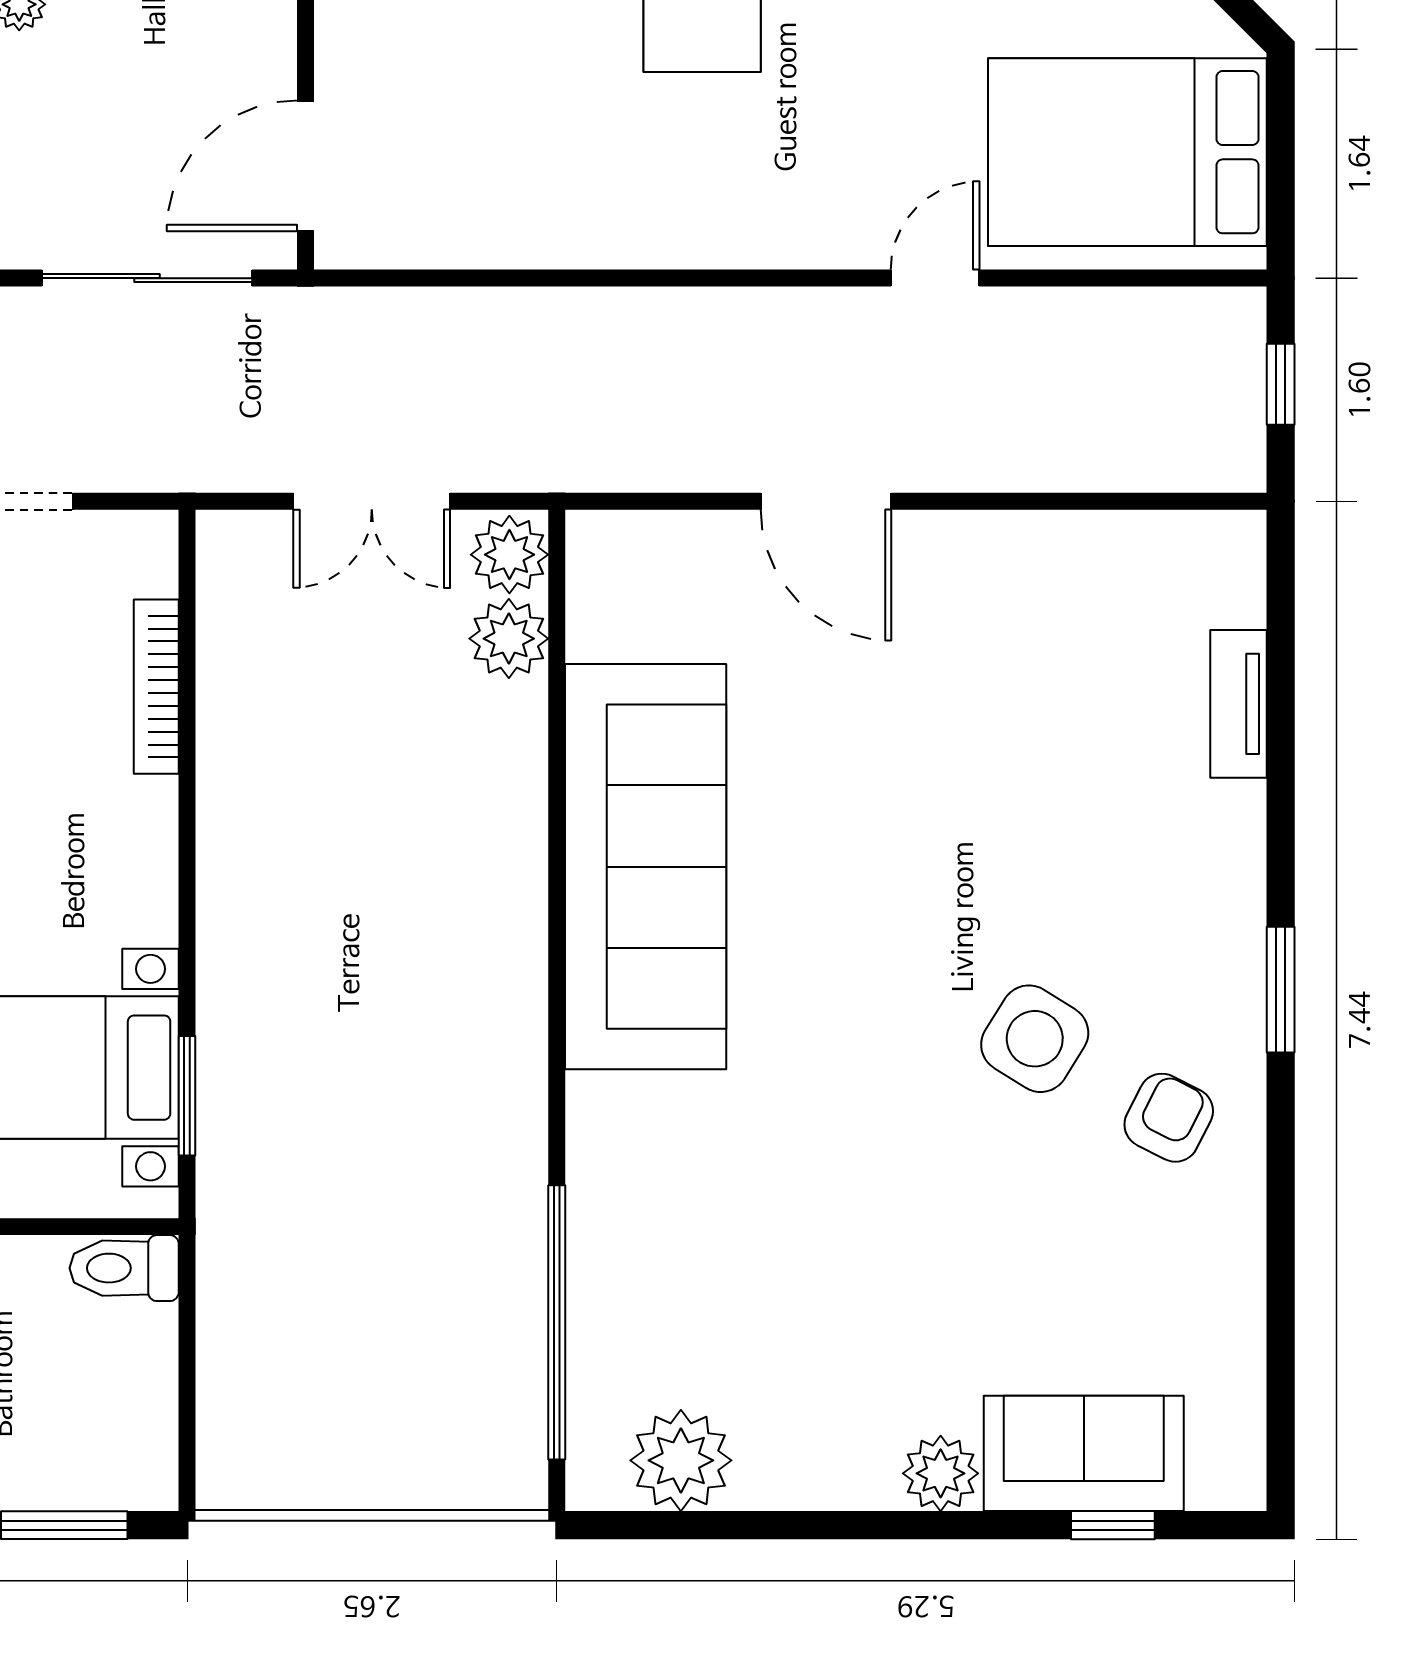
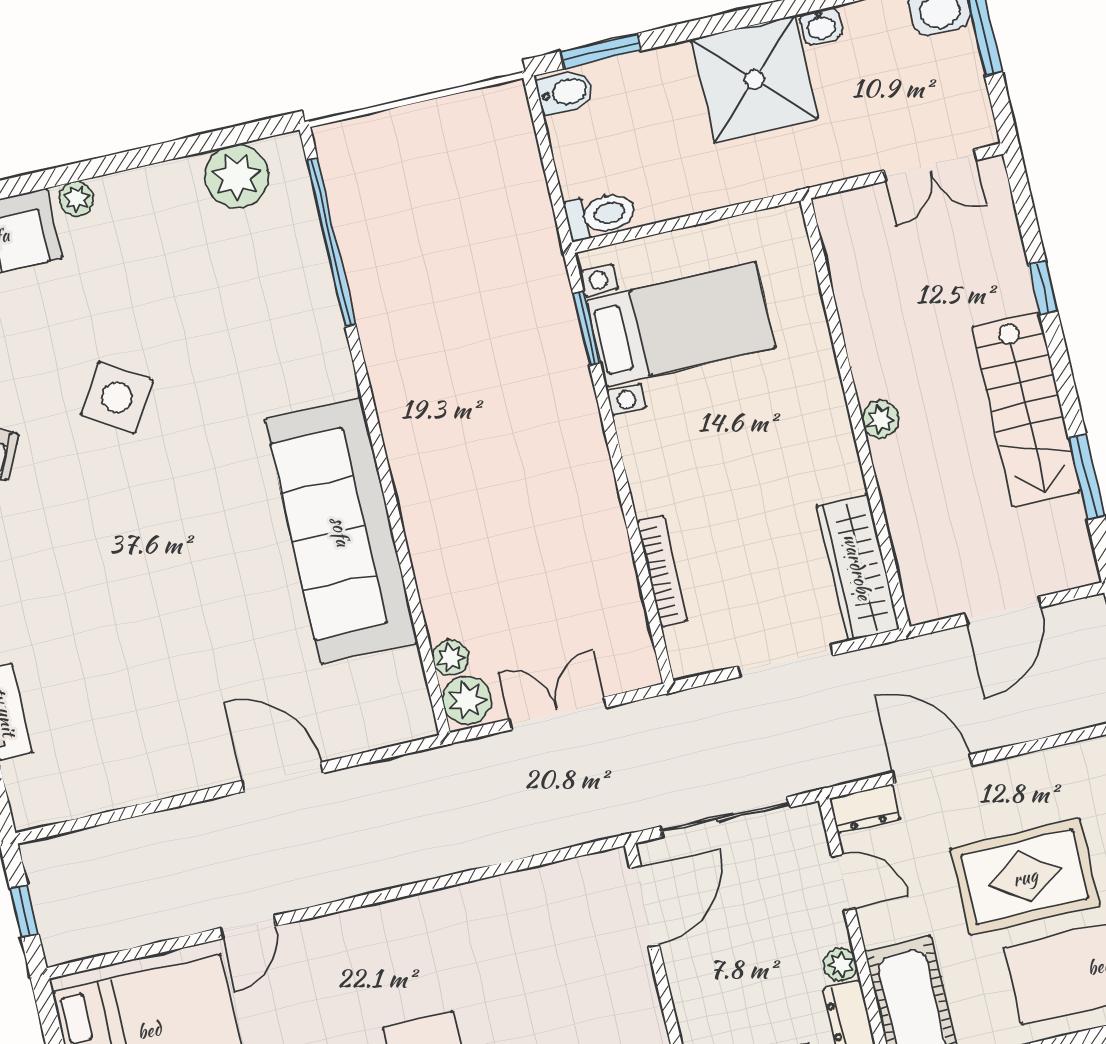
plant: (509, 639) -> (451, 658), width x0.73, depth x0.73
side table: (1035, 1039) -> (117, 397), moved
bidet: (134, 1473) -> (566, 92), added
plant: (941, 1473) -> (77, 199), width x0.73, depth x0.73

